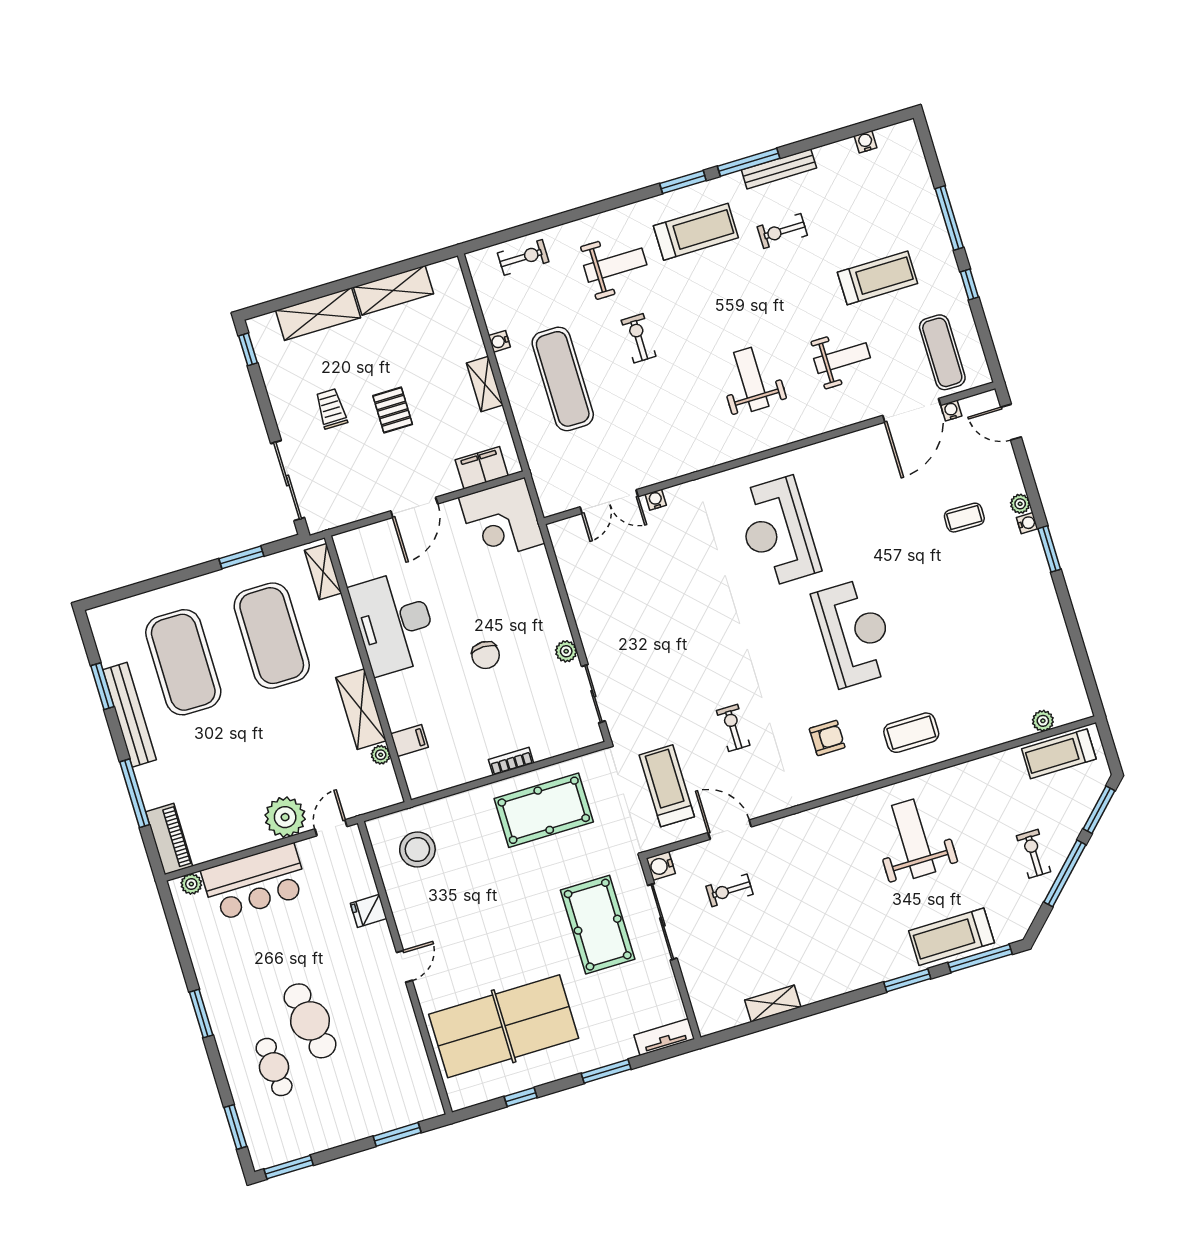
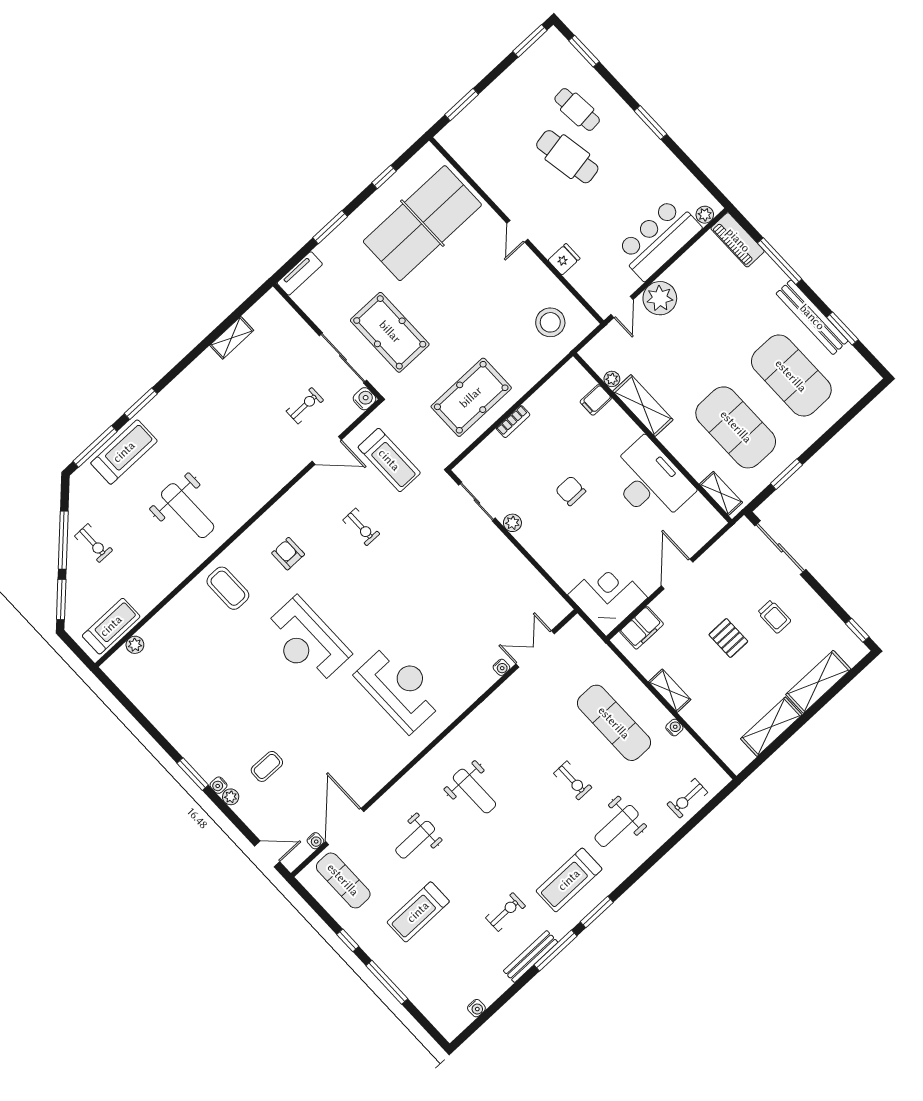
coffee table: (911, 733) -> (228, 588), turned 90
armchair: (827, 738) -> (288, 554), turned 90

